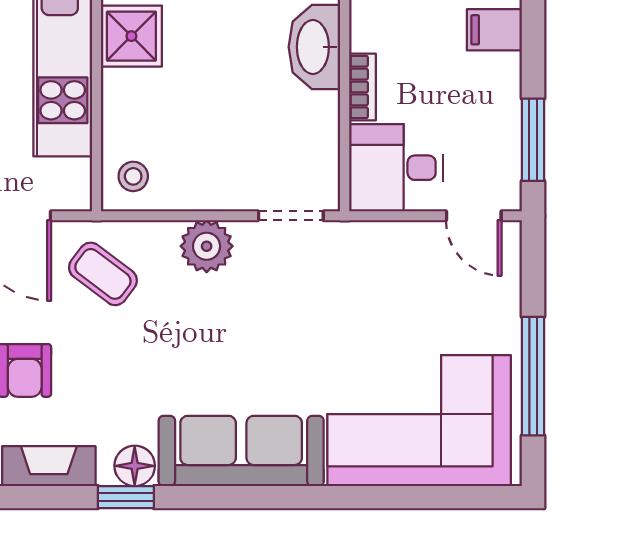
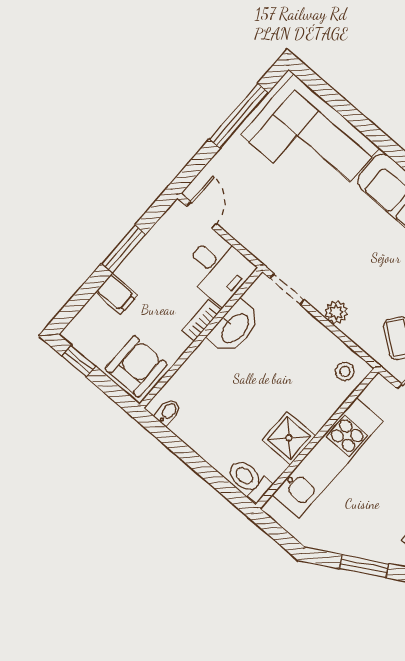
washbasin: (314, 47) -> (234, 328), moved
window: (533, 140) -> (124, 249), moved
plant: (207, 246) -> (336, 312), width x0.73, depth x0.73

